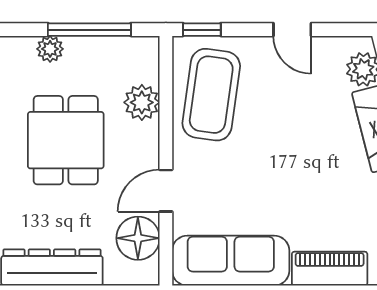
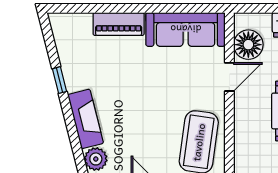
plant: (142, 102) -> (246, 137), removed

